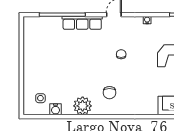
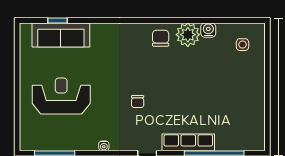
chair: (109, 93) -> (161, 38), moved
water cooler: (56, 109) -> (208, 30), moved

